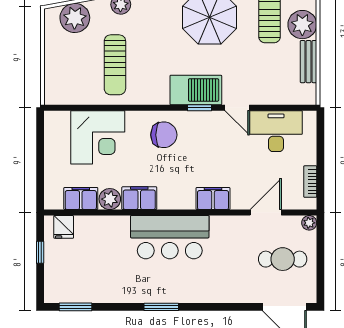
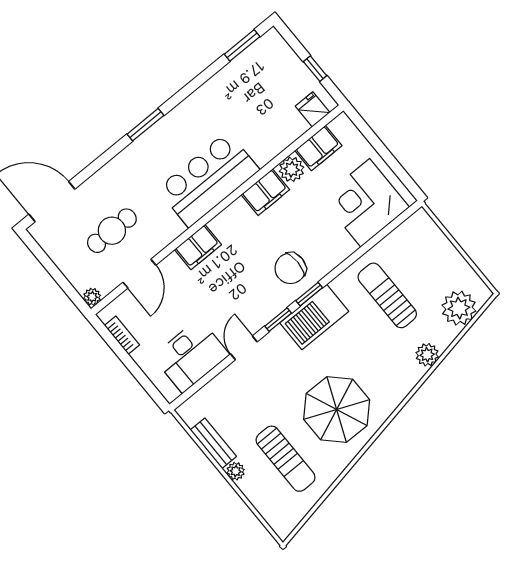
plant: (302, 25) -> (236, 471), width x0.53, depth x0.53
barbecue: (196, 90) -> (314, 317), moved
window: (165, 108) -> (309, 294), added
door: (237, 108) -> (244, 348), hinge flipped
corner desk: (98, 137) -> (365, 203), moved
cafe table: (283, 259) -> (112, 231), moved
window: (161, 307) -> (145, 125), moved

